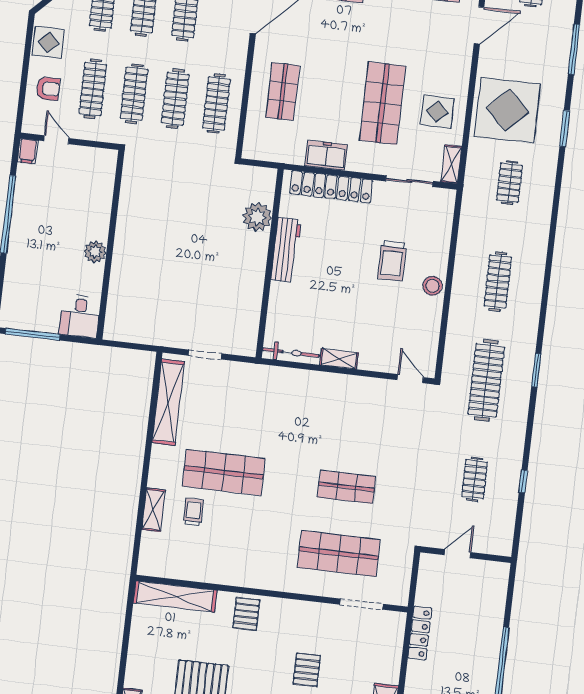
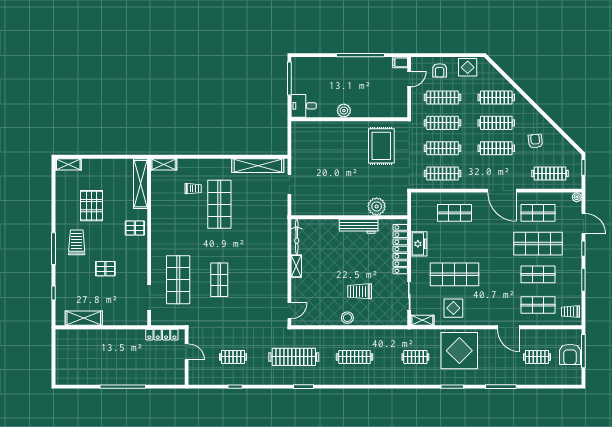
rug: (160, 198) -> (381, 146), added
shelving: (153, 510) -> (164, 164), moved
locker: (420, 633) -> (162, 335), moved

